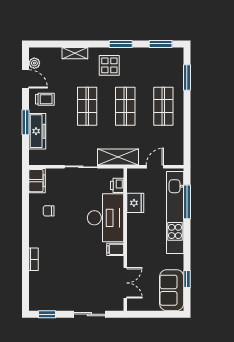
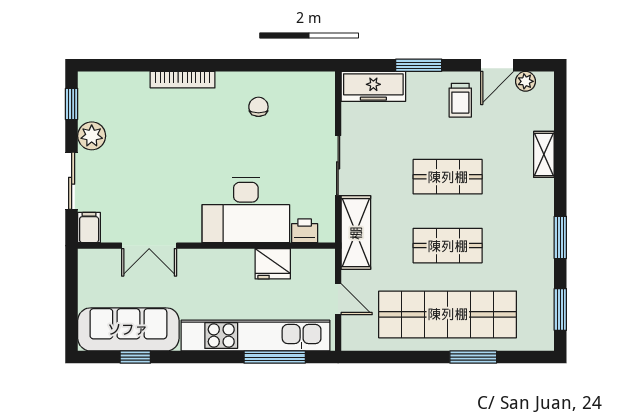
display table: (109, 65) -> (522, 217), removed
window: (187, 78) -> (473, 357), moved
shop shelf: (163, 106) -> (448, 314), width x2.00, depth x1.36
freezer: (37, 131) -> (373, 86), moved
filing cabinet: (37, 181) -> (313, 86), removed
filing cabinet: (115, 249) -> (89, 228), moved
bookcase: (34, 259) -> (183, 80), width x1.56
double door: (125, 283) -> (149, 246), moved
sofa: (172, 290) -> (128, 329), width x1.36
plant: (65, 303) -> (92, 136), added

